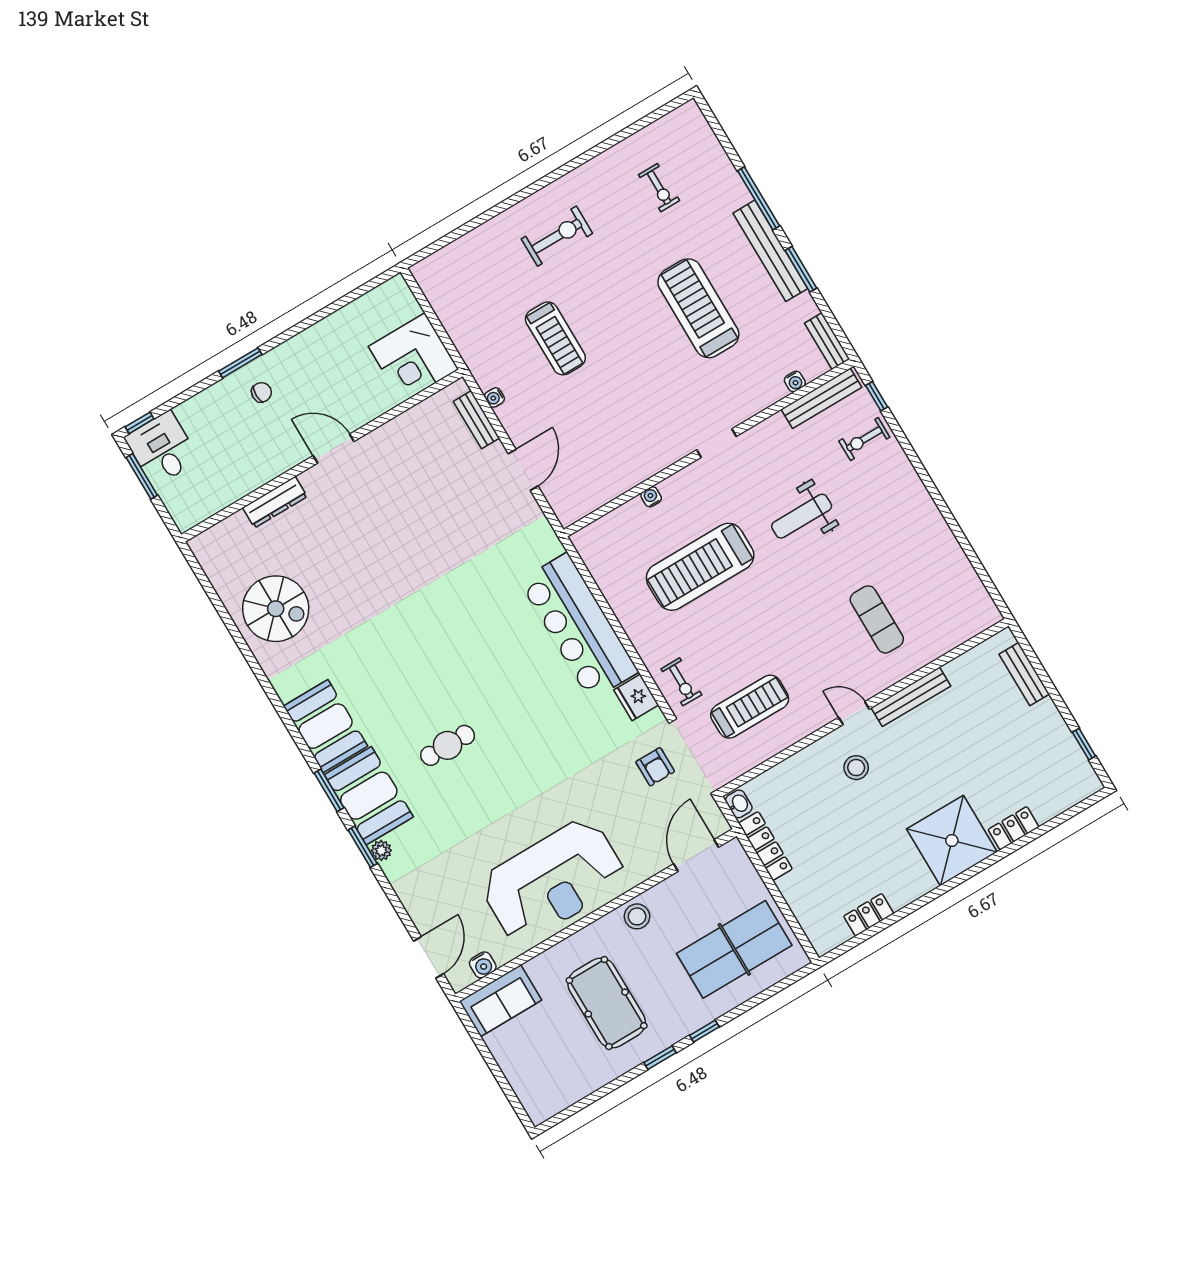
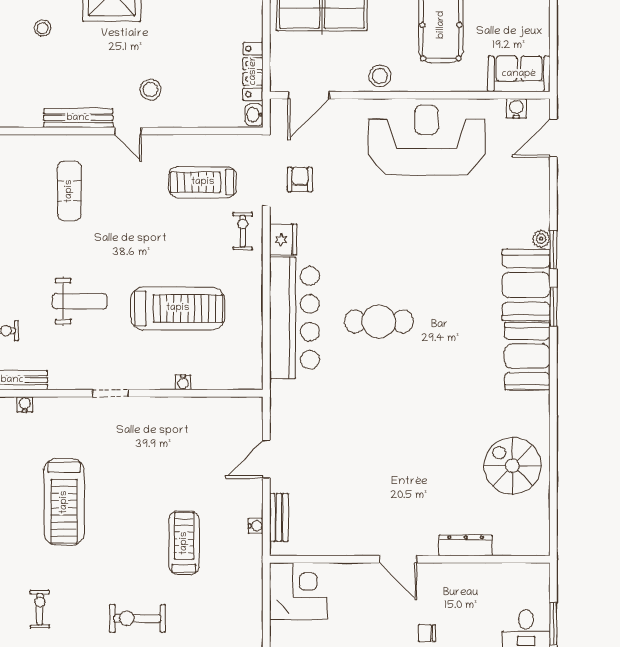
cafe table: (448, 745) -> (379, 321), moved, width x1.37, depth x1.35
stool: (999, 765) -> (42, 28), added

